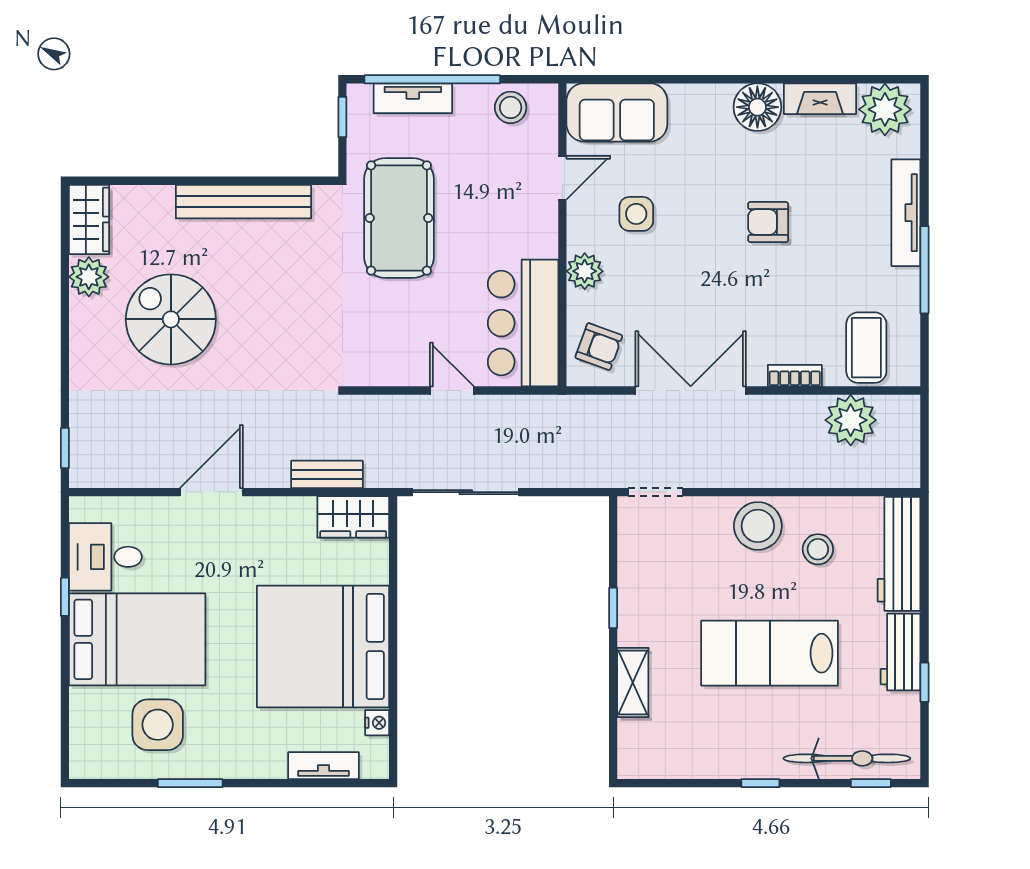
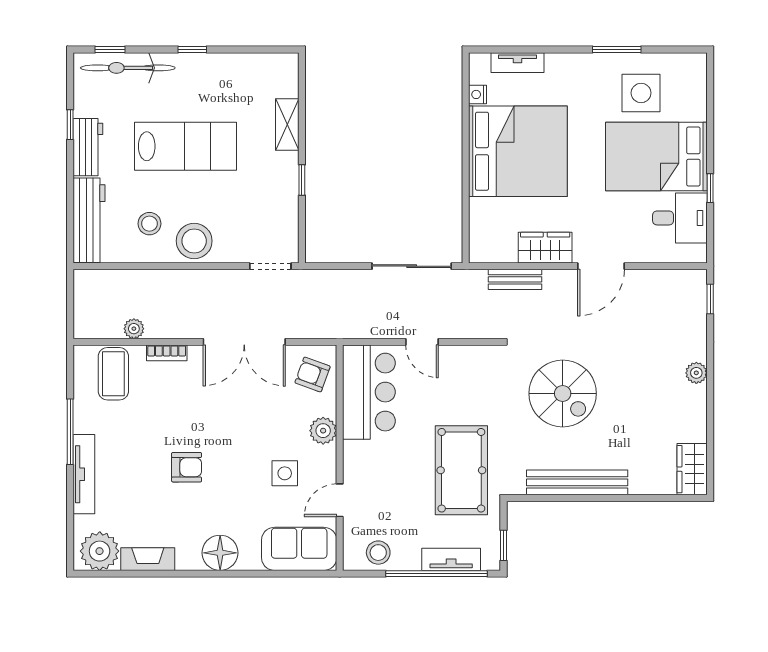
floor lamp: (757, 107) -> (220, 553), moved
plant: (89, 277) -> (696, 373), moved, width x0.73, depth x0.73
spiral stairs: (171, 319) -> (563, 393), moved
plant: (851, 420) -> (134, 329), width x0.53, depth x0.53
wardrobe: (353, 517) -> (545, 248), moved

